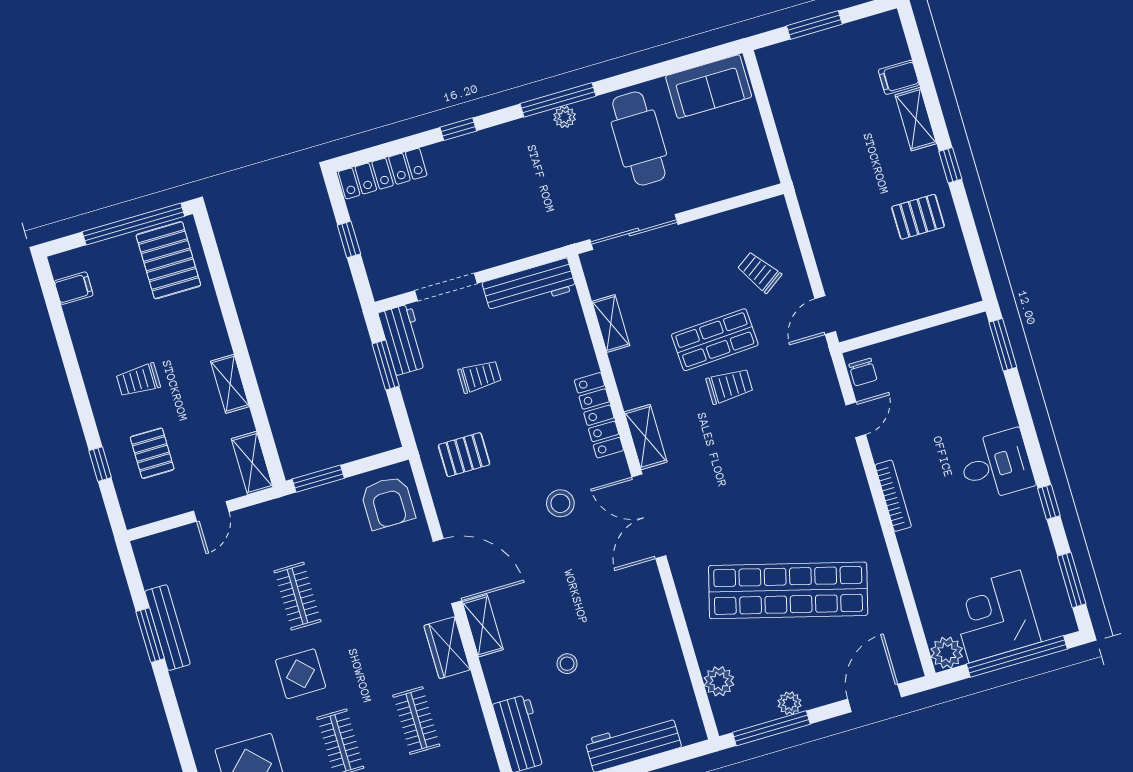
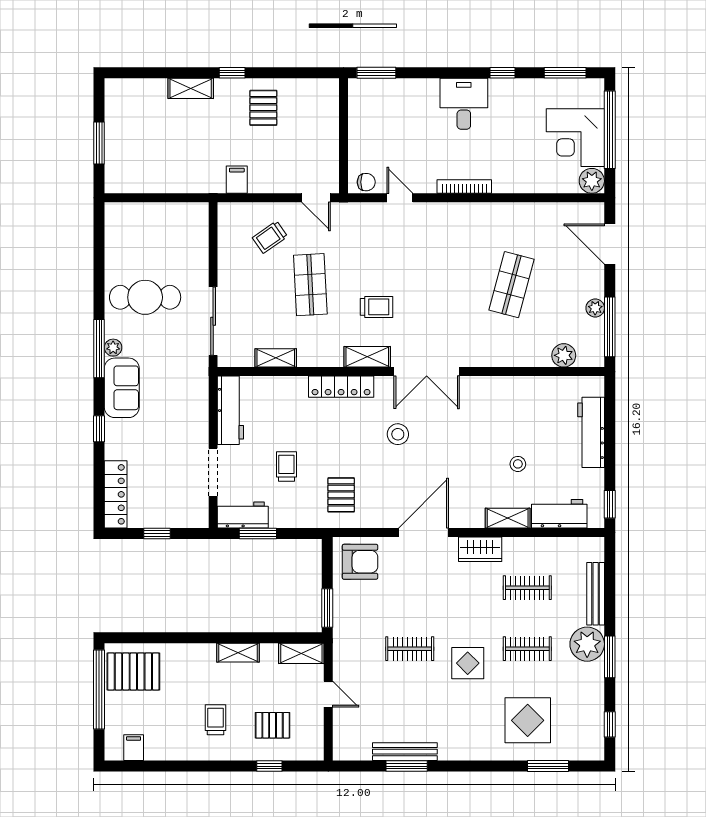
filing cabinet: (899, 77) -> (237, 180), moved, turned 180
sofa: (709, 87) -> (122, 388), moved
trolley: (138, 380) -> (215, 720), turned 180
trolley: (729, 386) -> (377, 307), moved, turned 90
shop shelf: (788, 590) -> (512, 285), width x0.50, depth x0.74
shelving: (483, 626) -> (508, 518), moved

